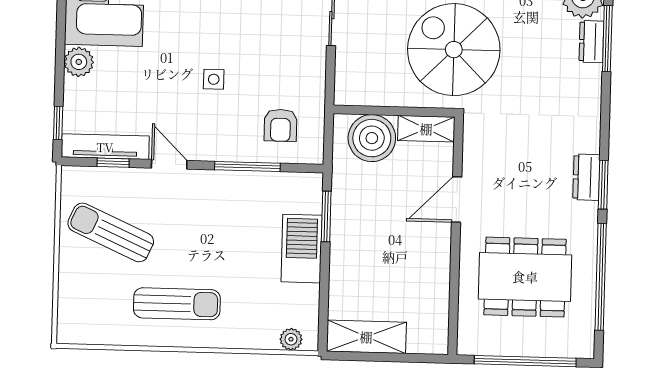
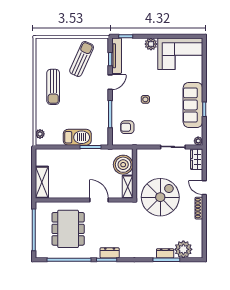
shelving: (366, 337) -> (42, 182), moved

